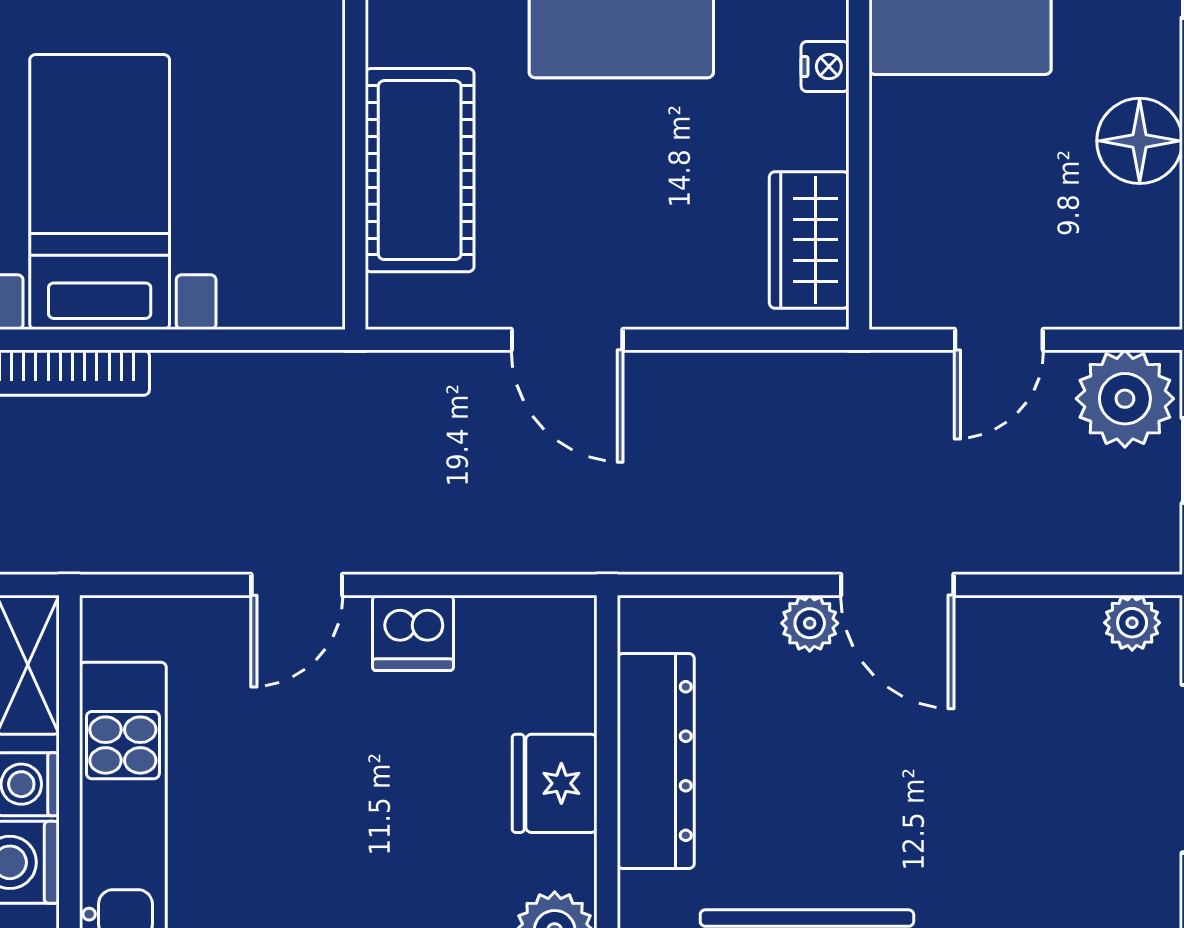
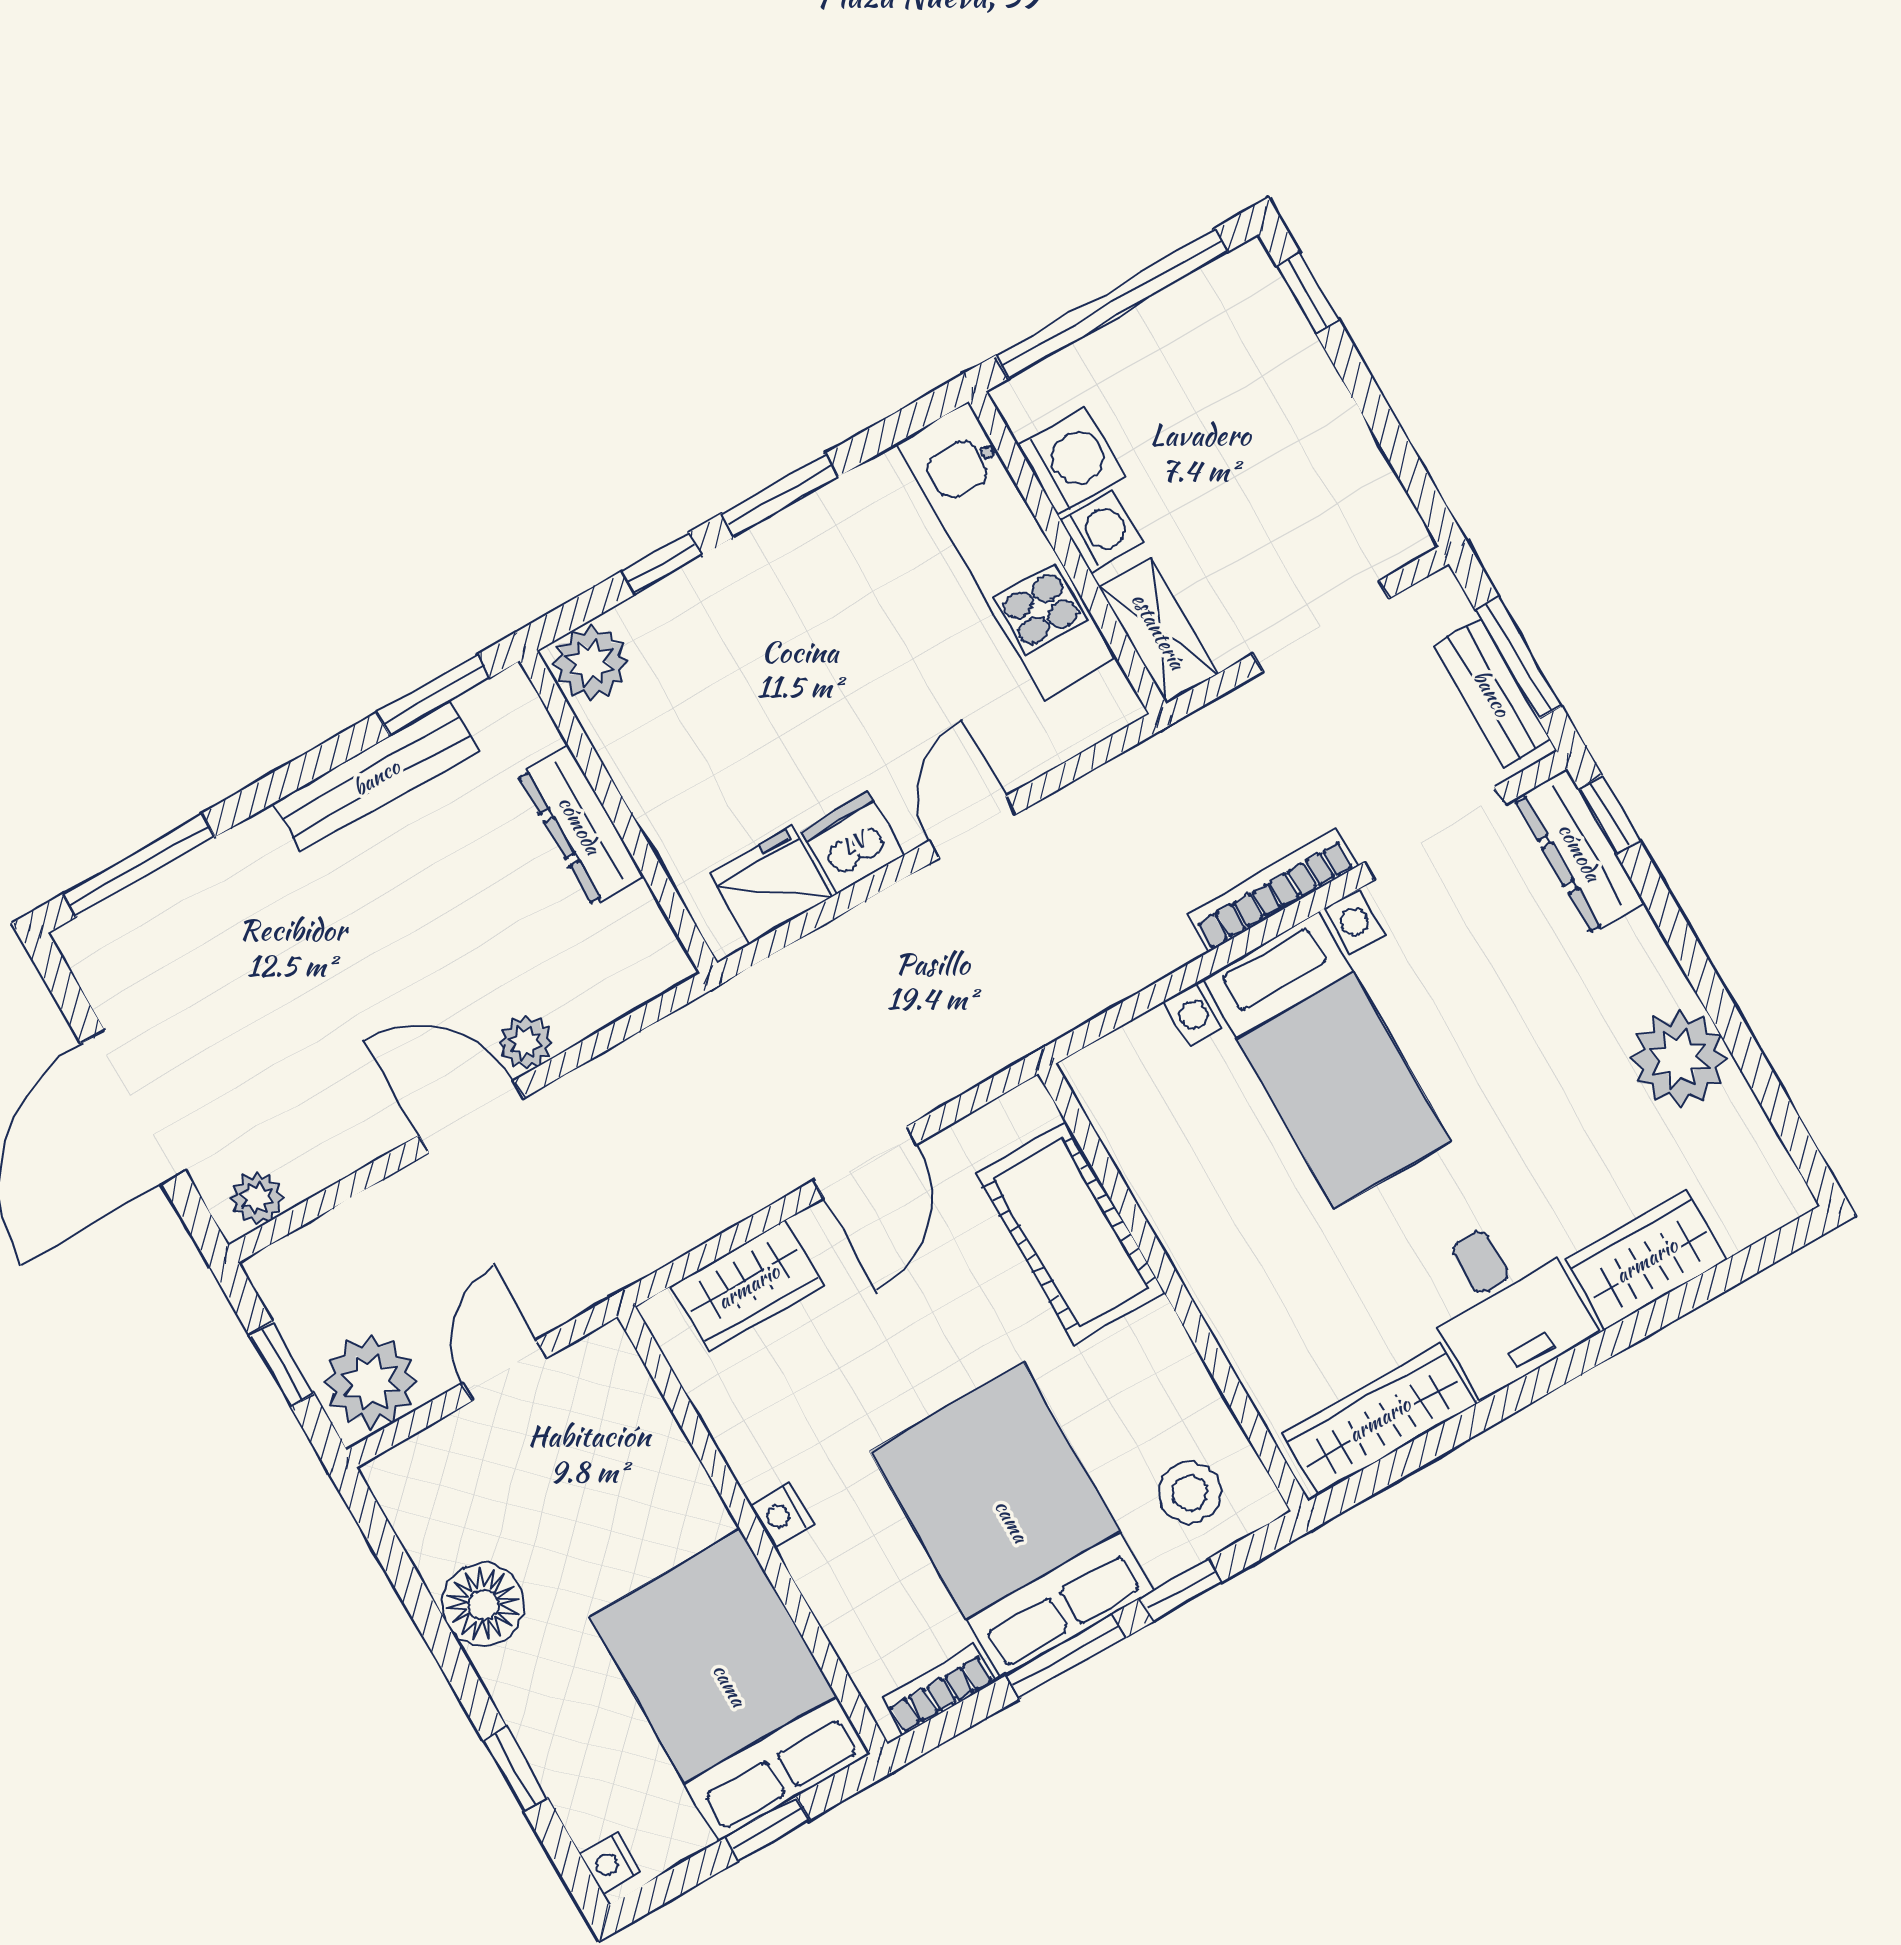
wardrobe: (809, 240) -> (748, 1286), moved, turned 90
door: (567, 340) -> (865, 1162), swing flipped
dresser: (656, 761) -> (580, 825), width x0.73, depth x0.80
fridge: (555, 783) -> (771, 885), moved, turned -90

